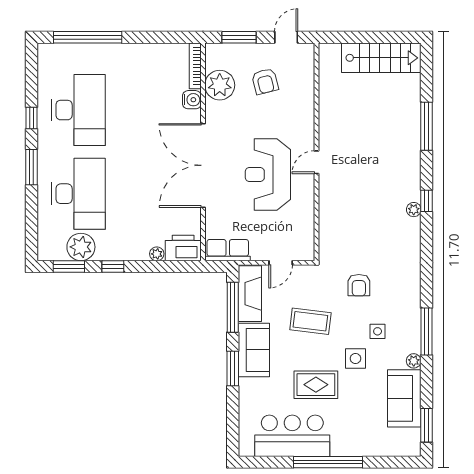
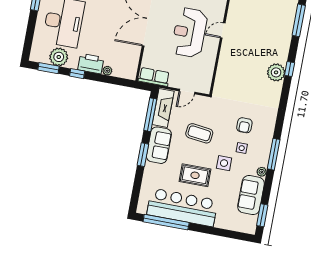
plant: (414, 210) -> (276, 72), width x1.88, depth x1.88
printer: (183, 248) -> (91, 64), moved
armchair: (359, 285) -> (244, 125), moved
bar counter: (292, 436) -> (182, 207), width x1.36
window: (328, 462) -> (166, 222), moved

